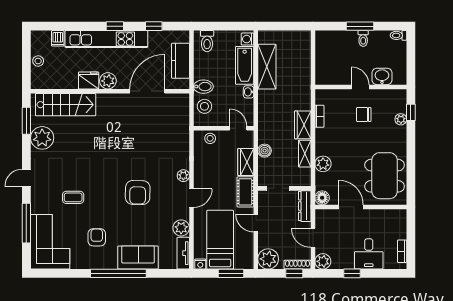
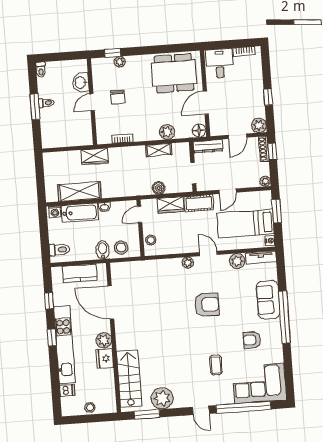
wardrobe: (303, 125) -> (95, 157), moved
window: (26, 223) -> (243, 407), width x1.46
desk: (369, 254) -> (220, 63), moved, turned -90
plant: (268, 259) -> (265, 181), width x0.53, depth x0.53

